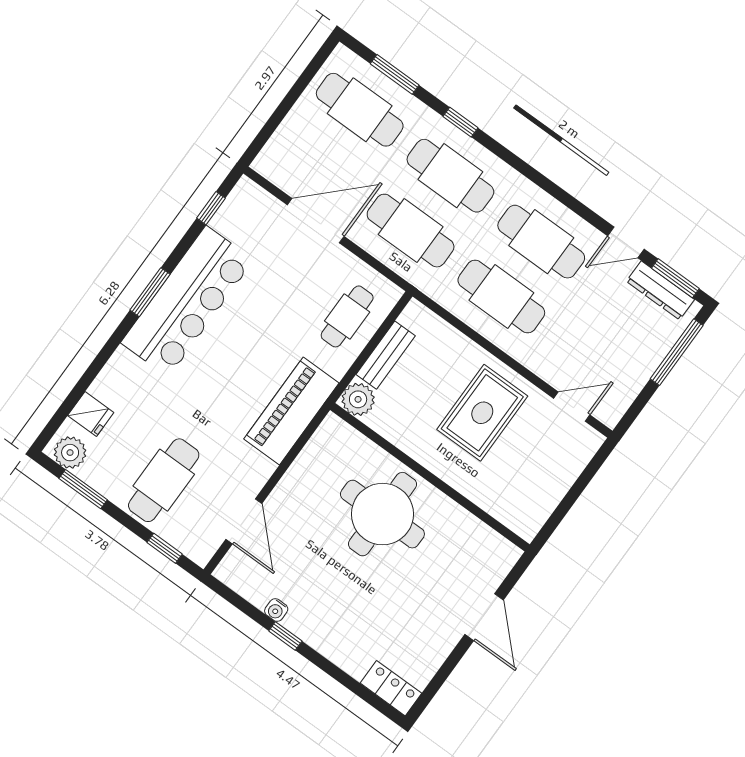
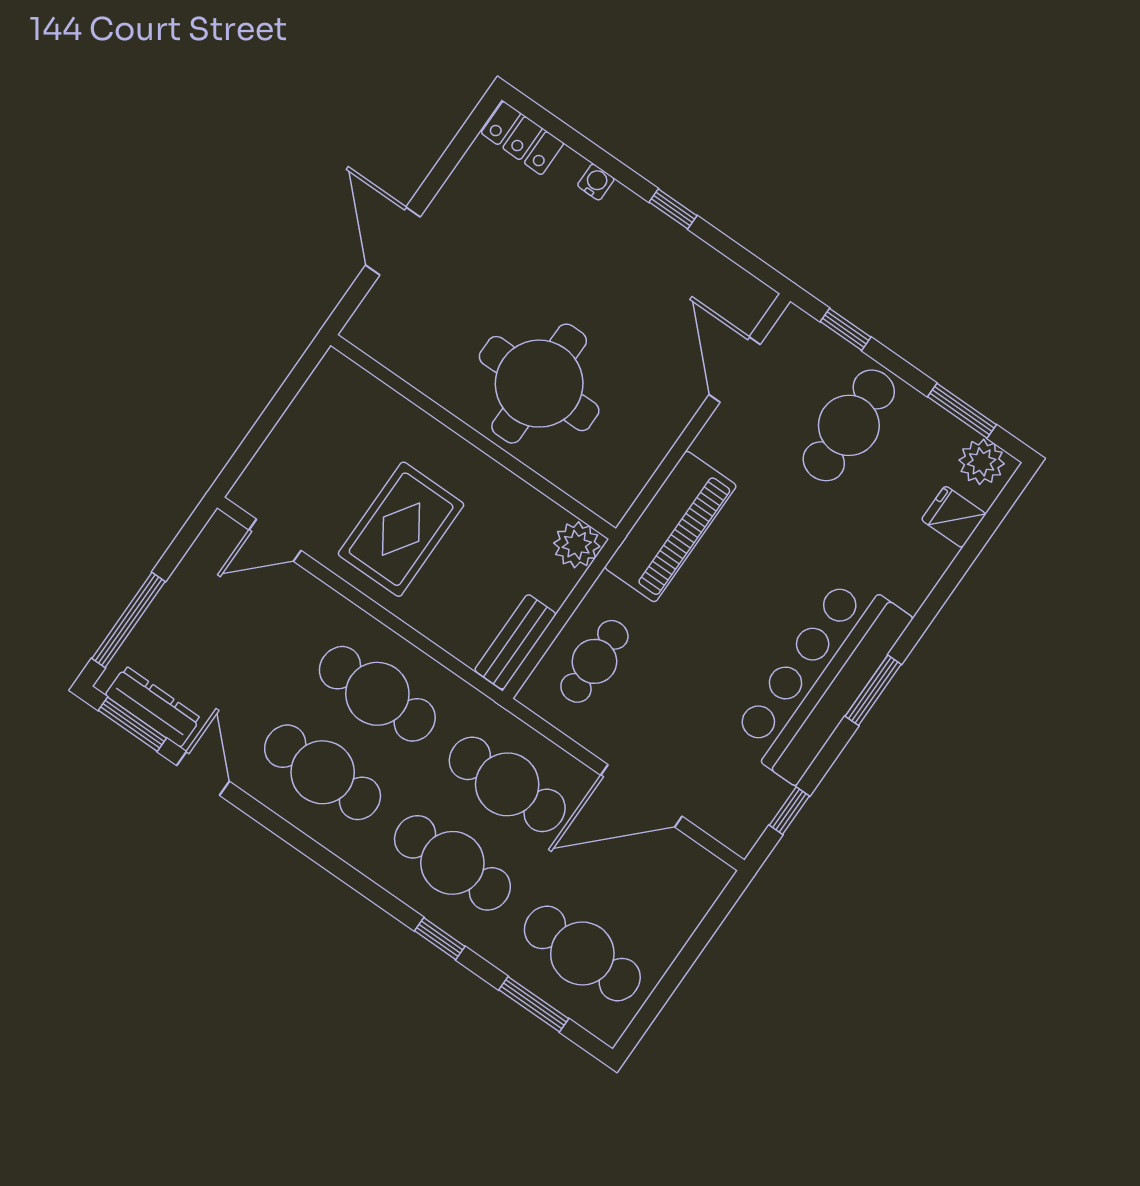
door: (626, 242) -> (203, 773), hinge flipped
bench: (386, 355) -> (515, 642), moved
water cooler: (276, 610) -> (596, 182), moved

